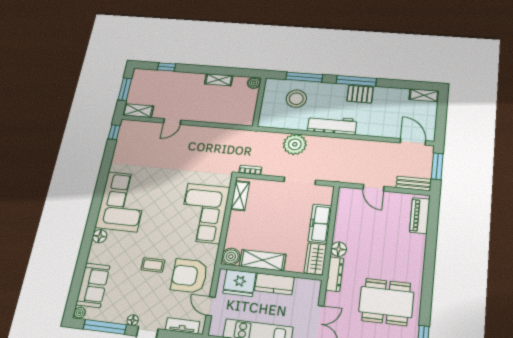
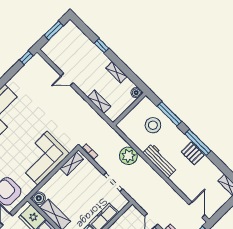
window: (167, 67) -> (101, 46), moved
shelving: (138, 111) -> (99, 102), moved

